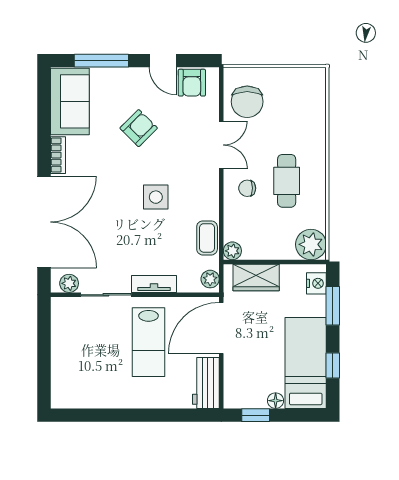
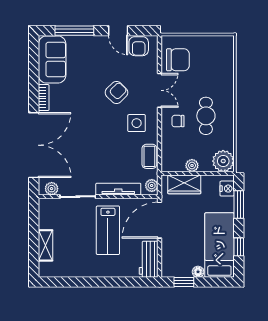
chair: (247, 102) -> (178, 60), turned -90
armchair: (139, 128) -> (116, 92), moved
side table: (156, 197) -> (137, 123), moved
plant: (232, 251) -> (192, 165), moved
tv unit: (154, 284) -> (118, 189), width x1.41
shelving: (61, 363) -> (46, 245), added

